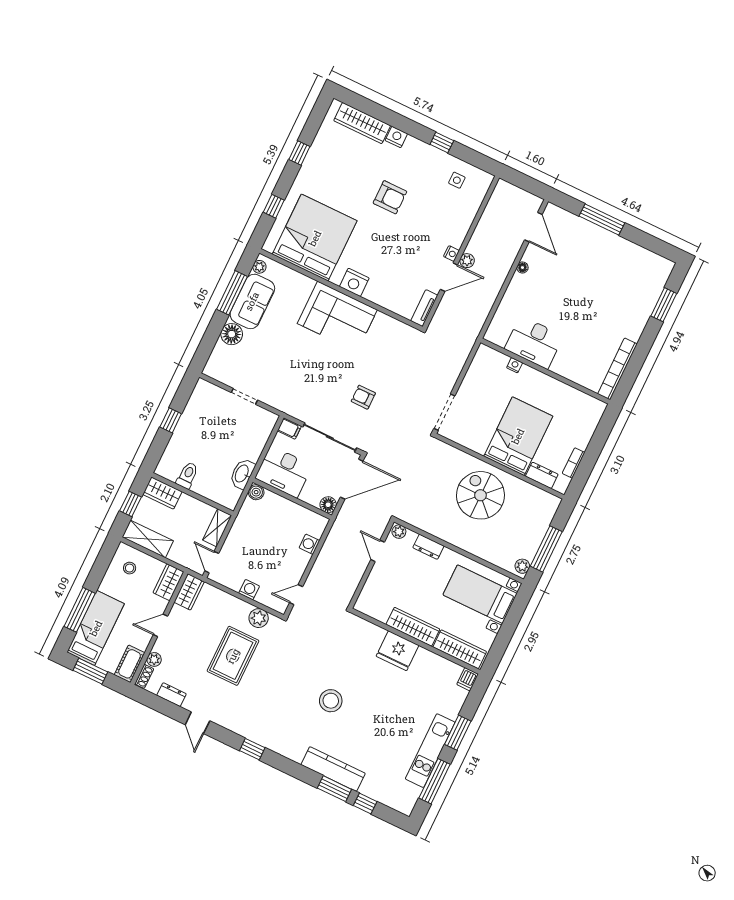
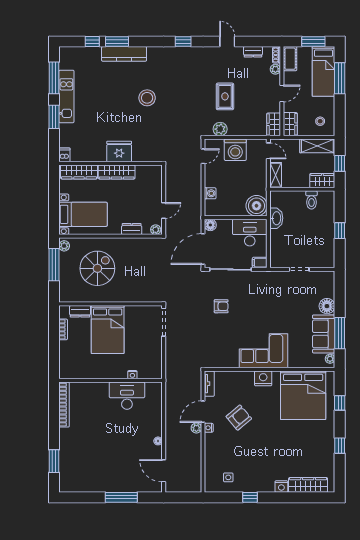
armchair: (390, 197) -> (239, 418), moved, turned 140
boiler: (256, 492) -> (256, 206), width x1.86, depth x1.86
spiral stairs: (480, 495) -> (97, 268), moved, turned -90
door: (378, 551) -> (164, 210), hinge flipped
washing machine: (249, 590) -> (235, 150), width x1.89, depth x1.89
rug: (233, 656) -> (225, 96), width x0.73, depth x0.70

